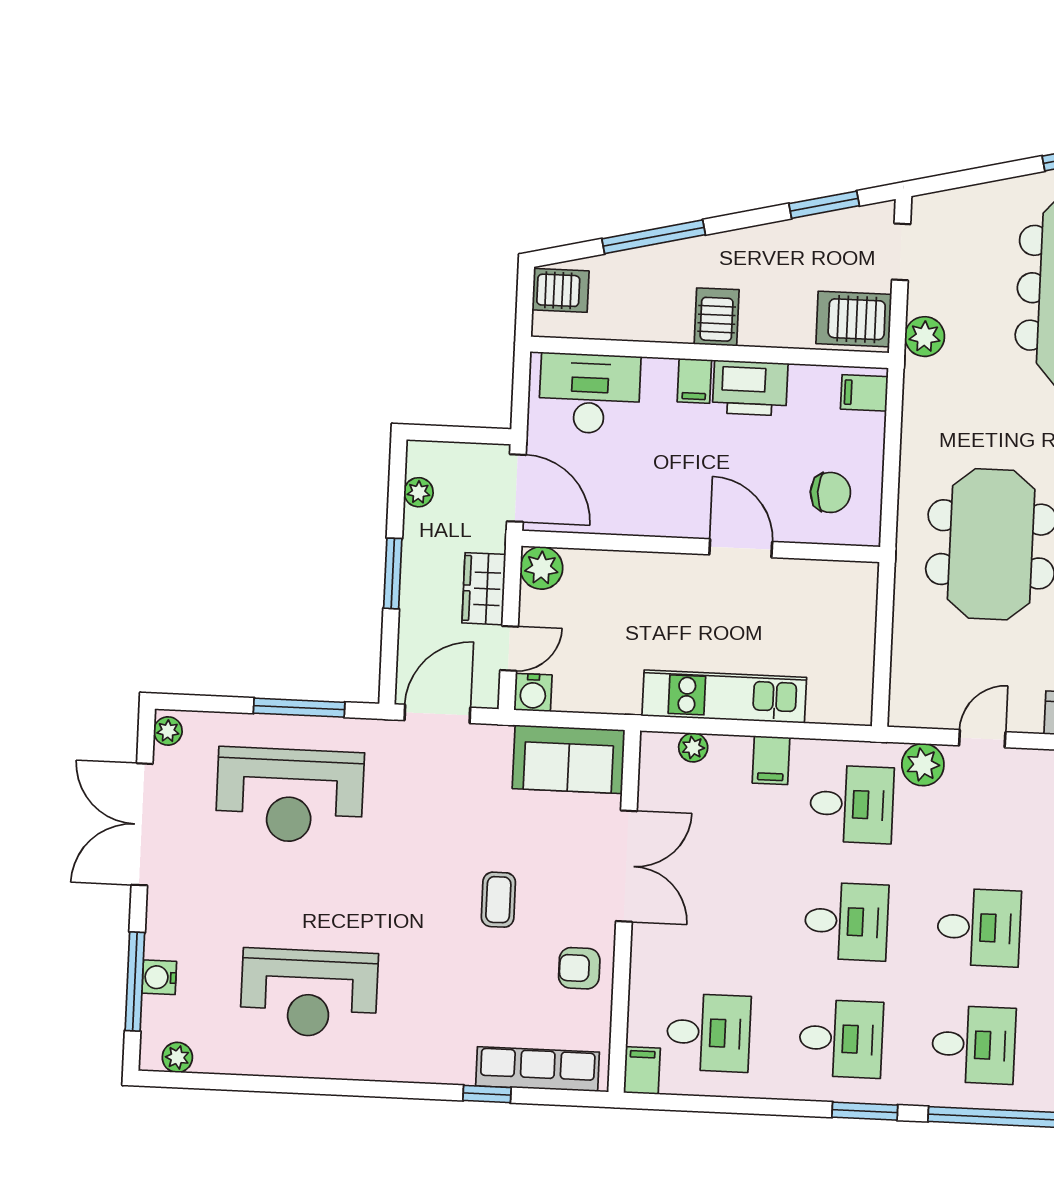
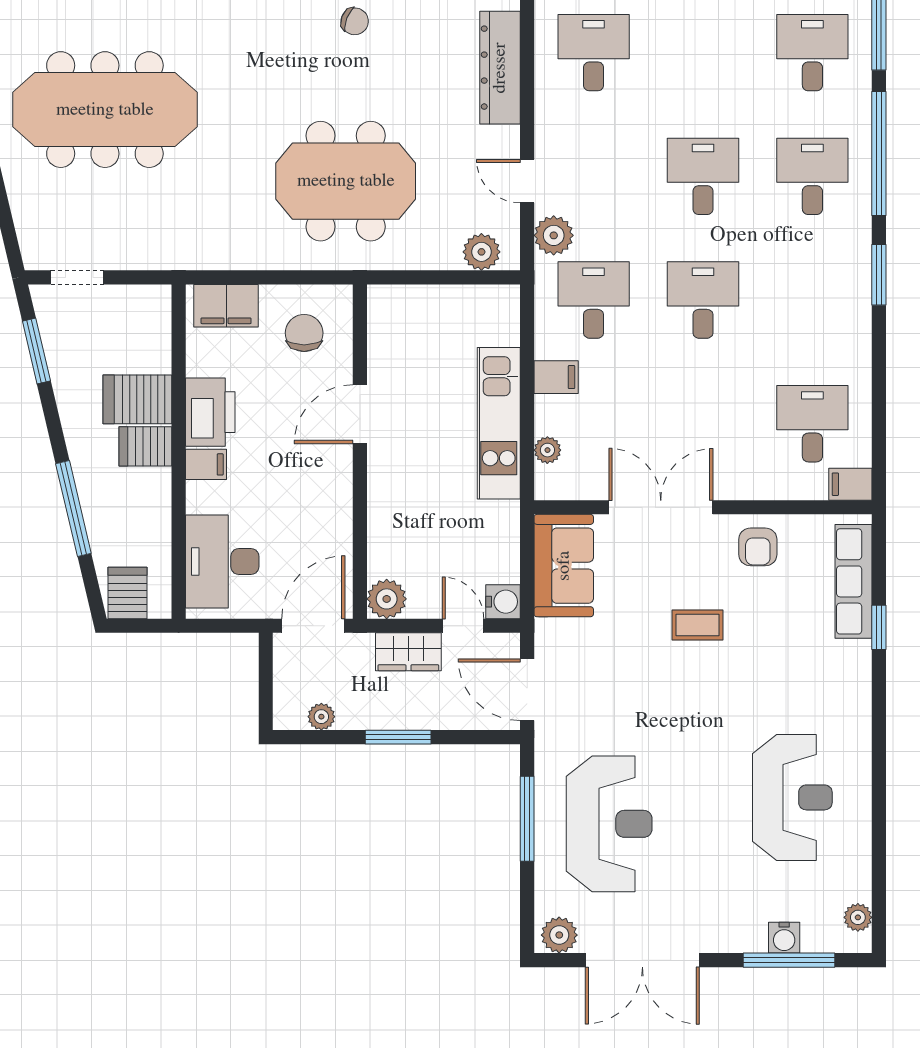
server rack: (854, 319) -> (137, 399), moved, turned 90
plant: (925, 337) -> (481, 252), moved
filing cabinet: (864, 393) -> (226, 306), width x2.00
plant: (168, 731) -> (559, 935), width x1.38, depth x1.38
desk: (841, 1039) -> (812, 300), removed

